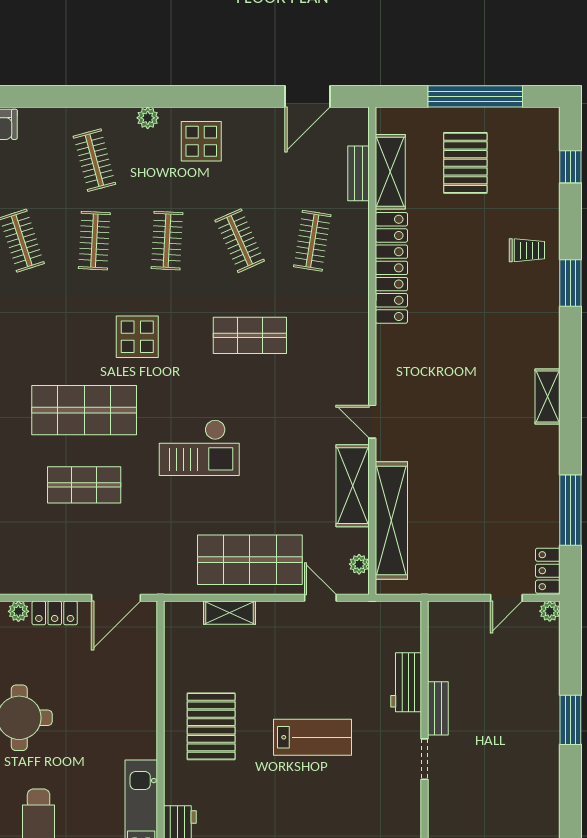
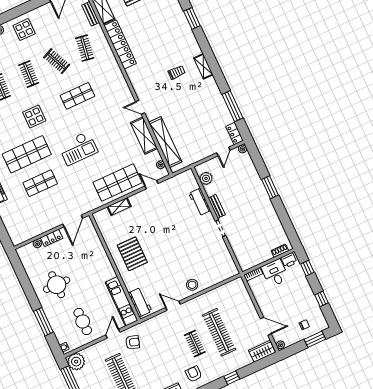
trolley: (527, 250) -> (177, 72), moved
plant: (443, 638) -> (206, 178), added
lab bench: (312, 737) -> (173, 240), removed

